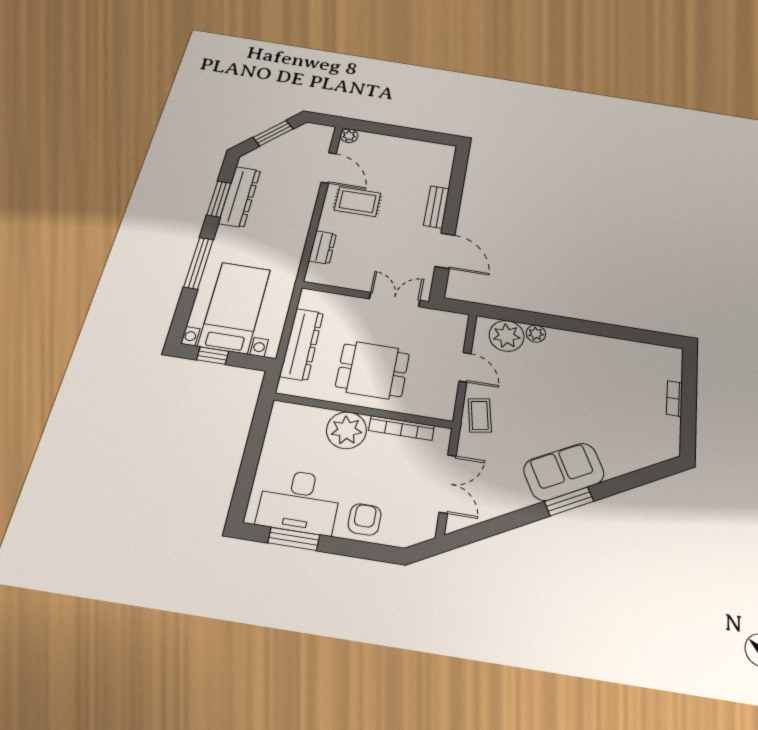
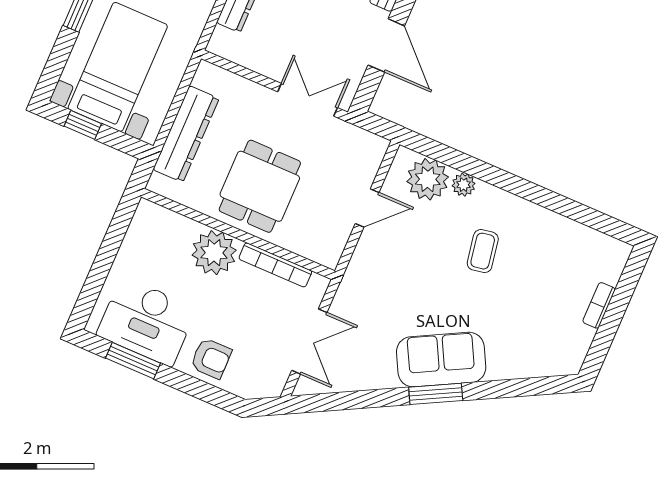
door: (465, 367) -> (367, 208), hinge flipped
dining table: (373, 370) -> (260, 186), turned 90
coffee table: (480, 415) -> (483, 251), moved
armchair: (365, 519) -> (211, 358), turned 90

